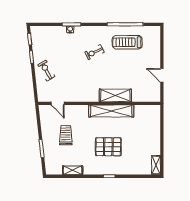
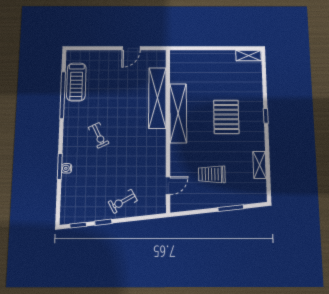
treadmill: (127, 42) -> (76, 82), moved
shelving: (115, 95) -> (157, 98), width x1.47

